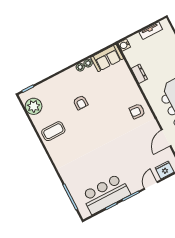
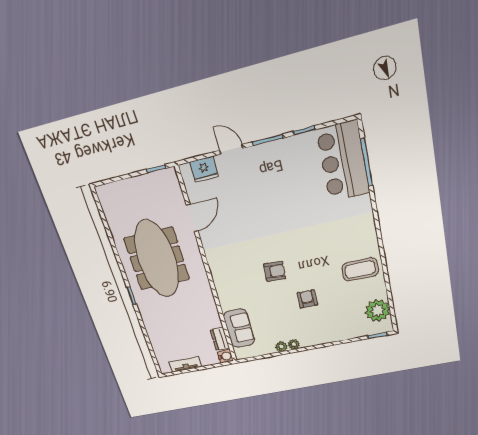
sofa: (107, 58) -> (239, 328), moved, turned 90
dresser: (139, 74) -> (220, 339), moved
armchair: (137, 111) -> (275, 271), moved
door: (151, 185) -> (231, 149), swing flipped
bar counter: (106, 194) -> (343, 162), moved, turned 90

